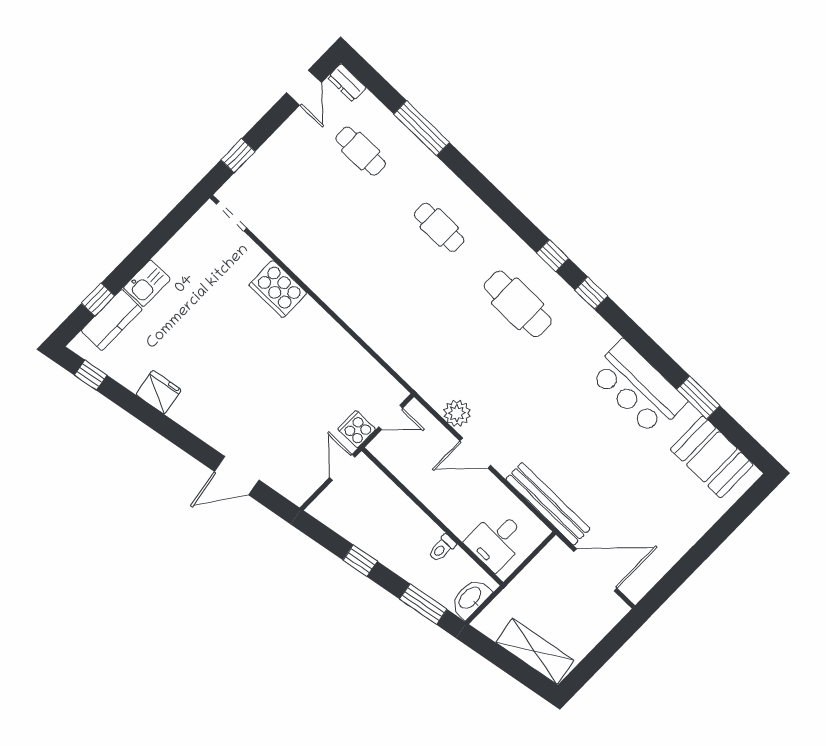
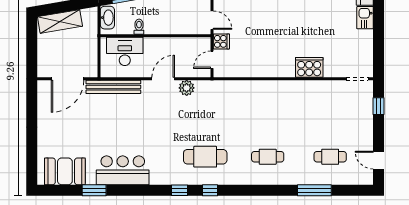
dresser: (347, 83) -> (363, 179), removed
desk: (496, 540) -> (125, 51), width x1.37

